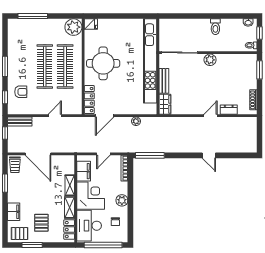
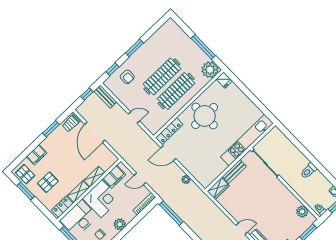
window: (33, 16) -> (203, 47), moved
plant: (210, 60) -> (302, 212), moved
kitchen unit: (150, 61) -> (247, 140), width x0.73

